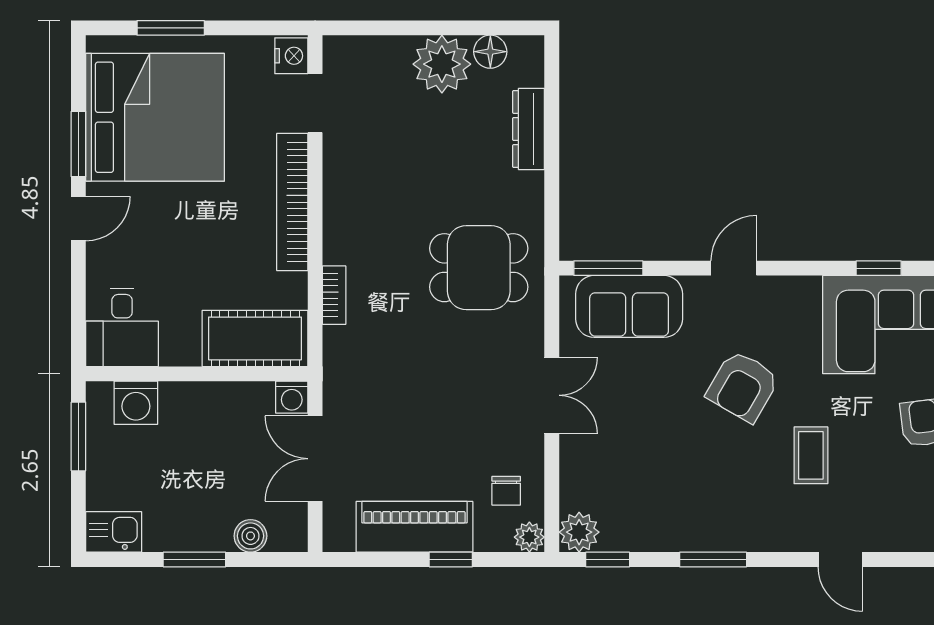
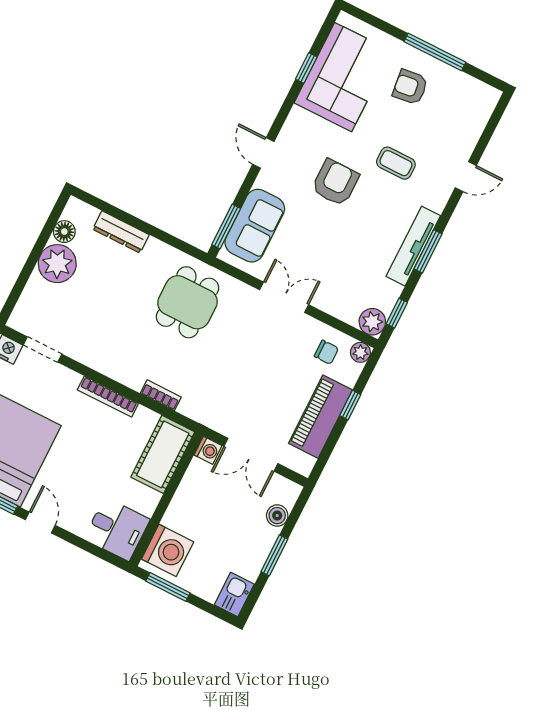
bookcase: (292, 202) -> (108, 397), width x0.68, depth x0.76
armchair: (743, 386) -> (335, 183), turned -120
washing machine: (136, 403) -> (168, 550), width x1.37, depth x1.37
tv unit: (710, 536) -> (413, 246), added

